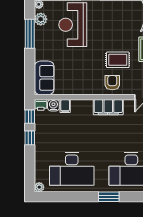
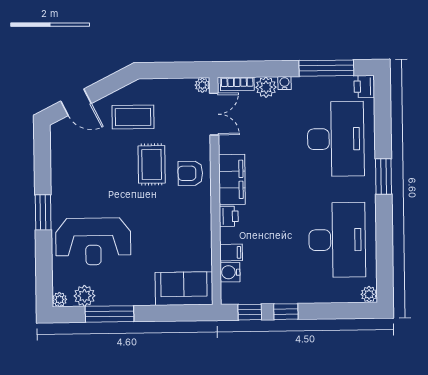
printer: (41, 105) -> (229, 216), moved

